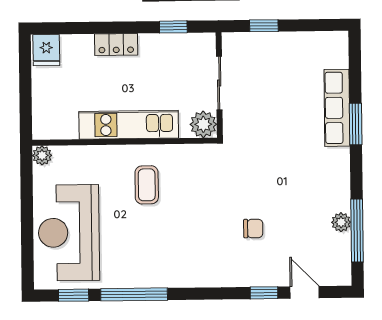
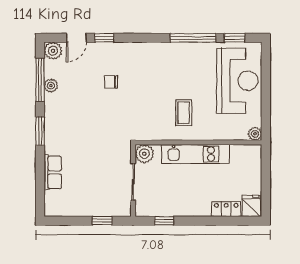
locker: (116, 44) -> (226, 209), moved
row of seats: (337, 108) -> (53, 172), width x0.68
window: (356, 124) -> (40, 131), moved
plant: (339, 273) -> (53, 51), added
door: (305, 292) -> (76, 38), hinge flipped

